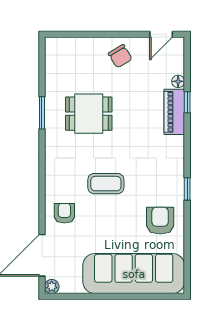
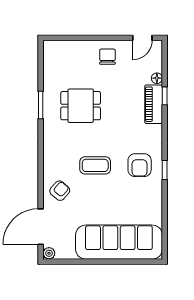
chair: (120, 56) -> (107, 57), turned -149
armchair: (64, 213) -> (60, 191), turned 41
armchair: (160, 221) -> (140, 165), moved, turned 180

